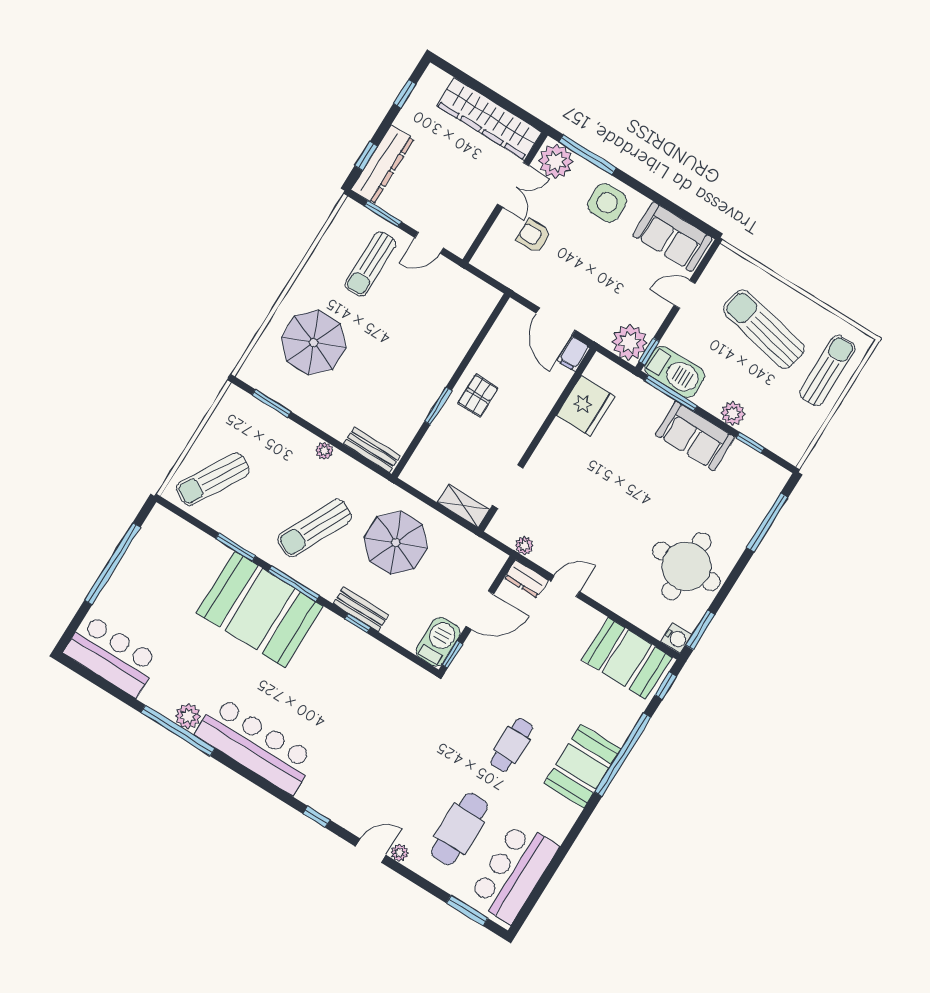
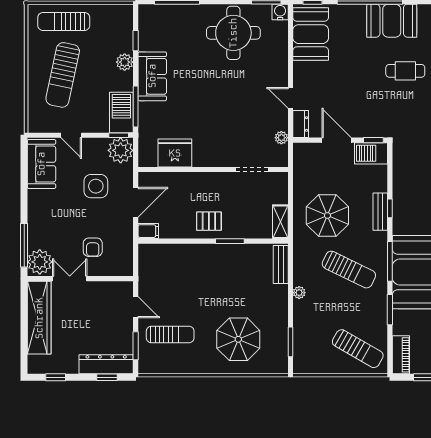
side table: (607, 203) -> (96, 186), moved
filing cabinet: (574, 354) -> (148, 231), moved
shelving: (463, 506) -> (280, 222), moved
piano: (173, 527) -> (401, 355), added

